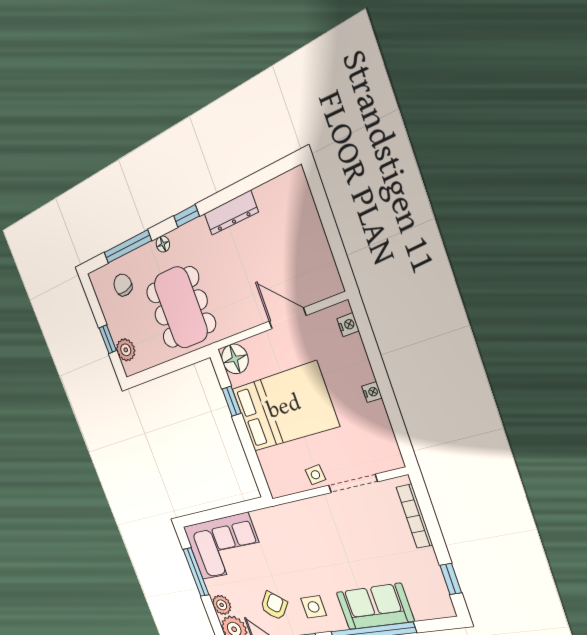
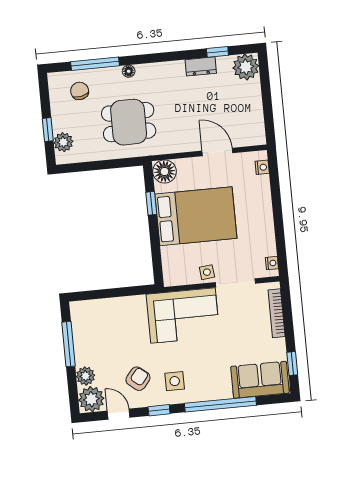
plant: (292, 190) -> (246, 67), added
dresser: (231, 213) -> (201, 66), width x0.70
window: (186, 216) -> (217, 52), moved
dining table: (181, 308) -> (129, 122), width x0.73
nightstand: (372, 392) -> (272, 263), moved
corner sofa: (225, 546) -> (183, 316), moved
sofa: (375, 607) -> (260, 380), moved

